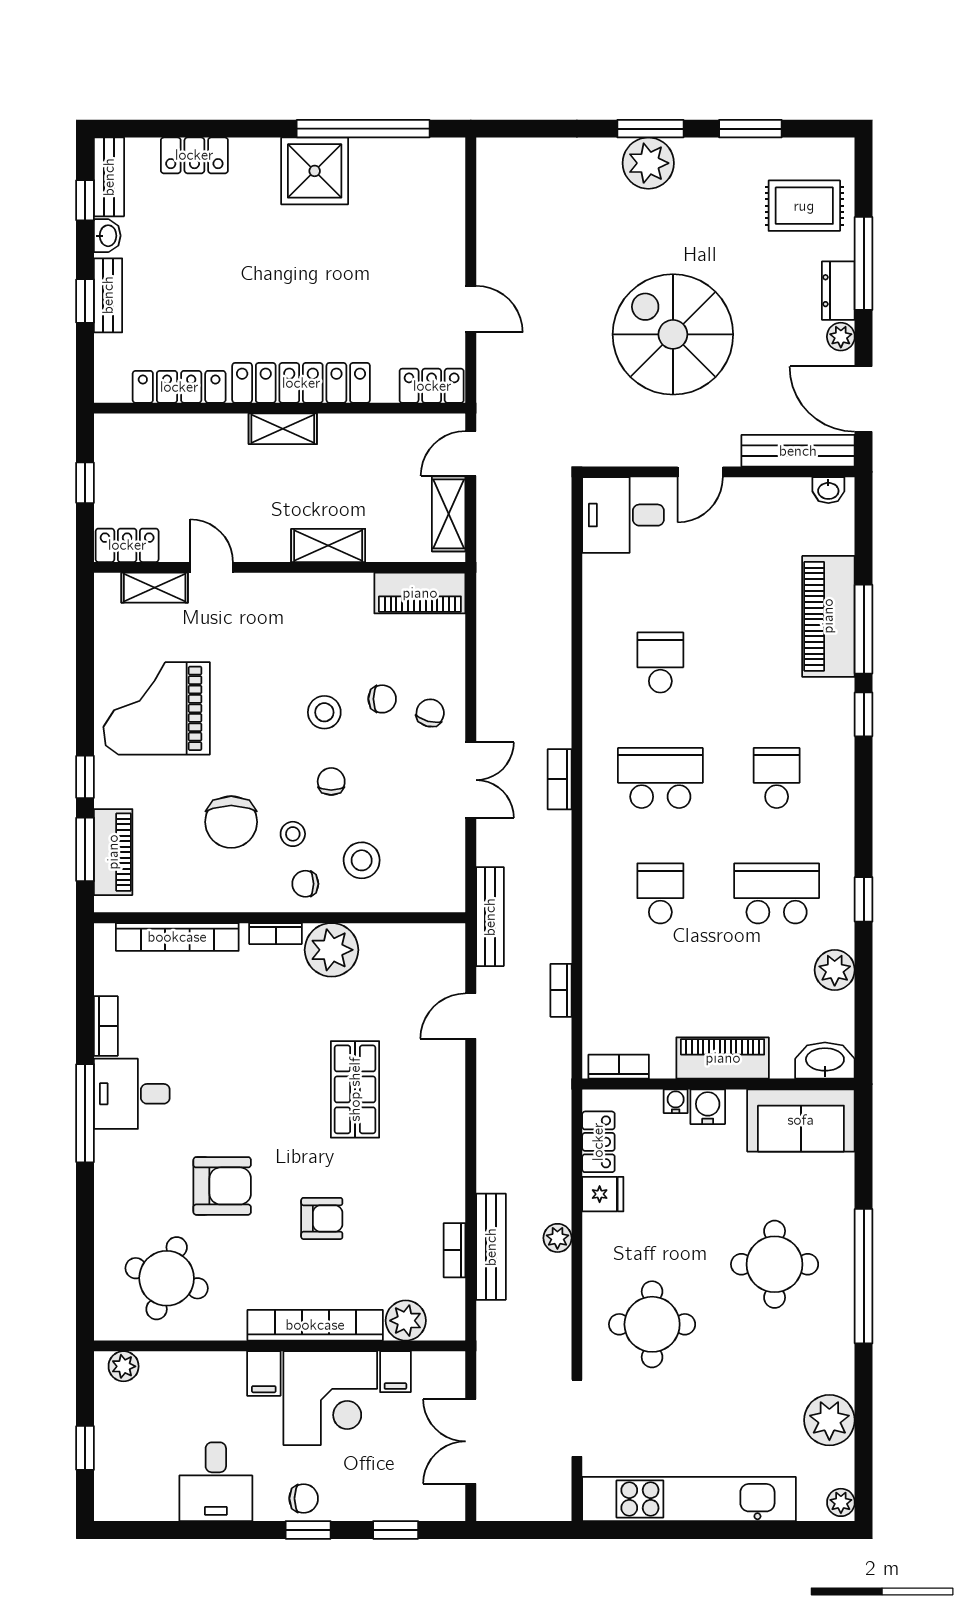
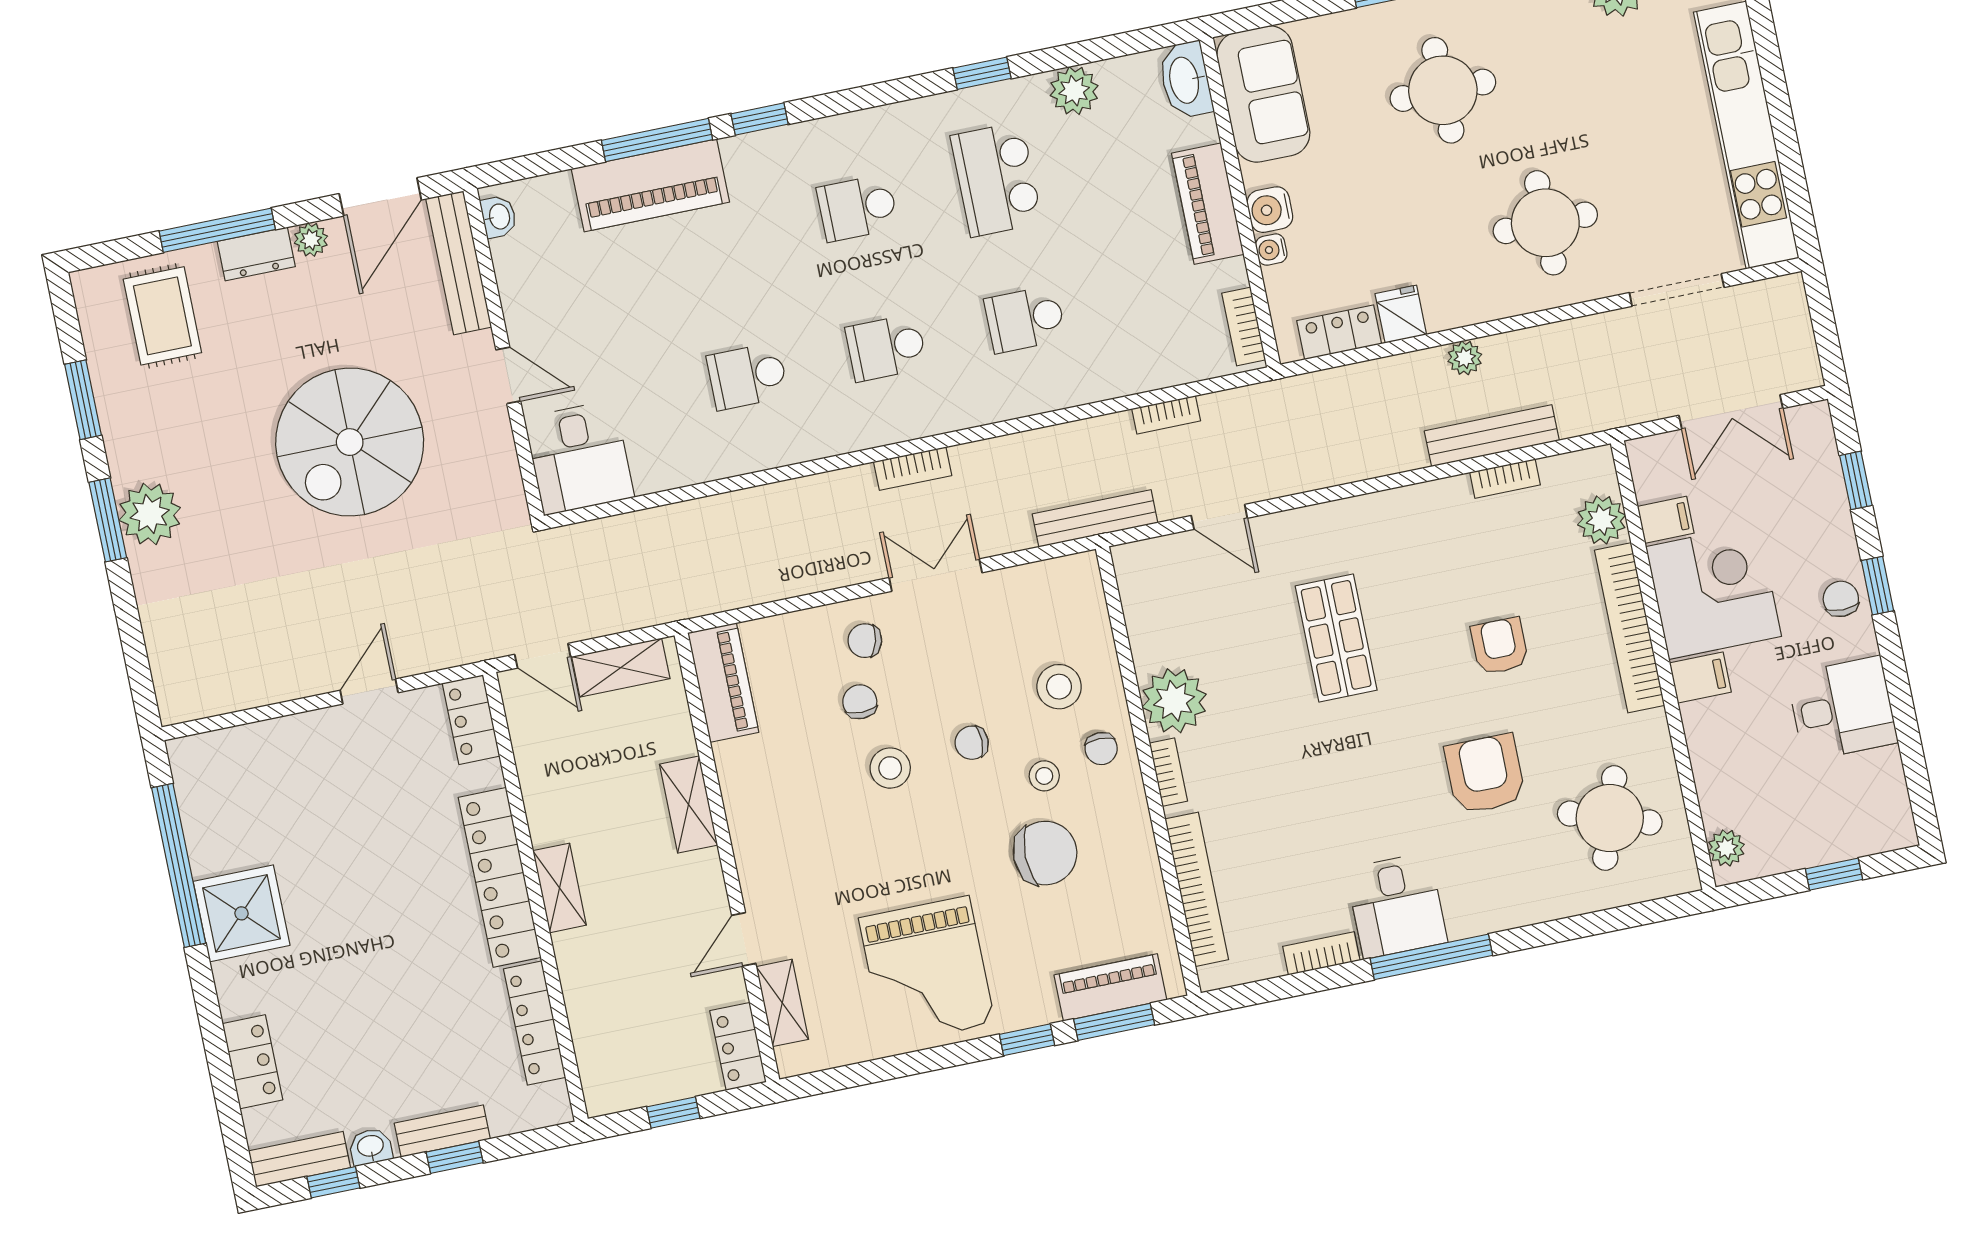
school desk: (660, 778) -> (886, 348), width x0.54
shop shelf: (355, 1089) -> (1336, 638), turned 90

